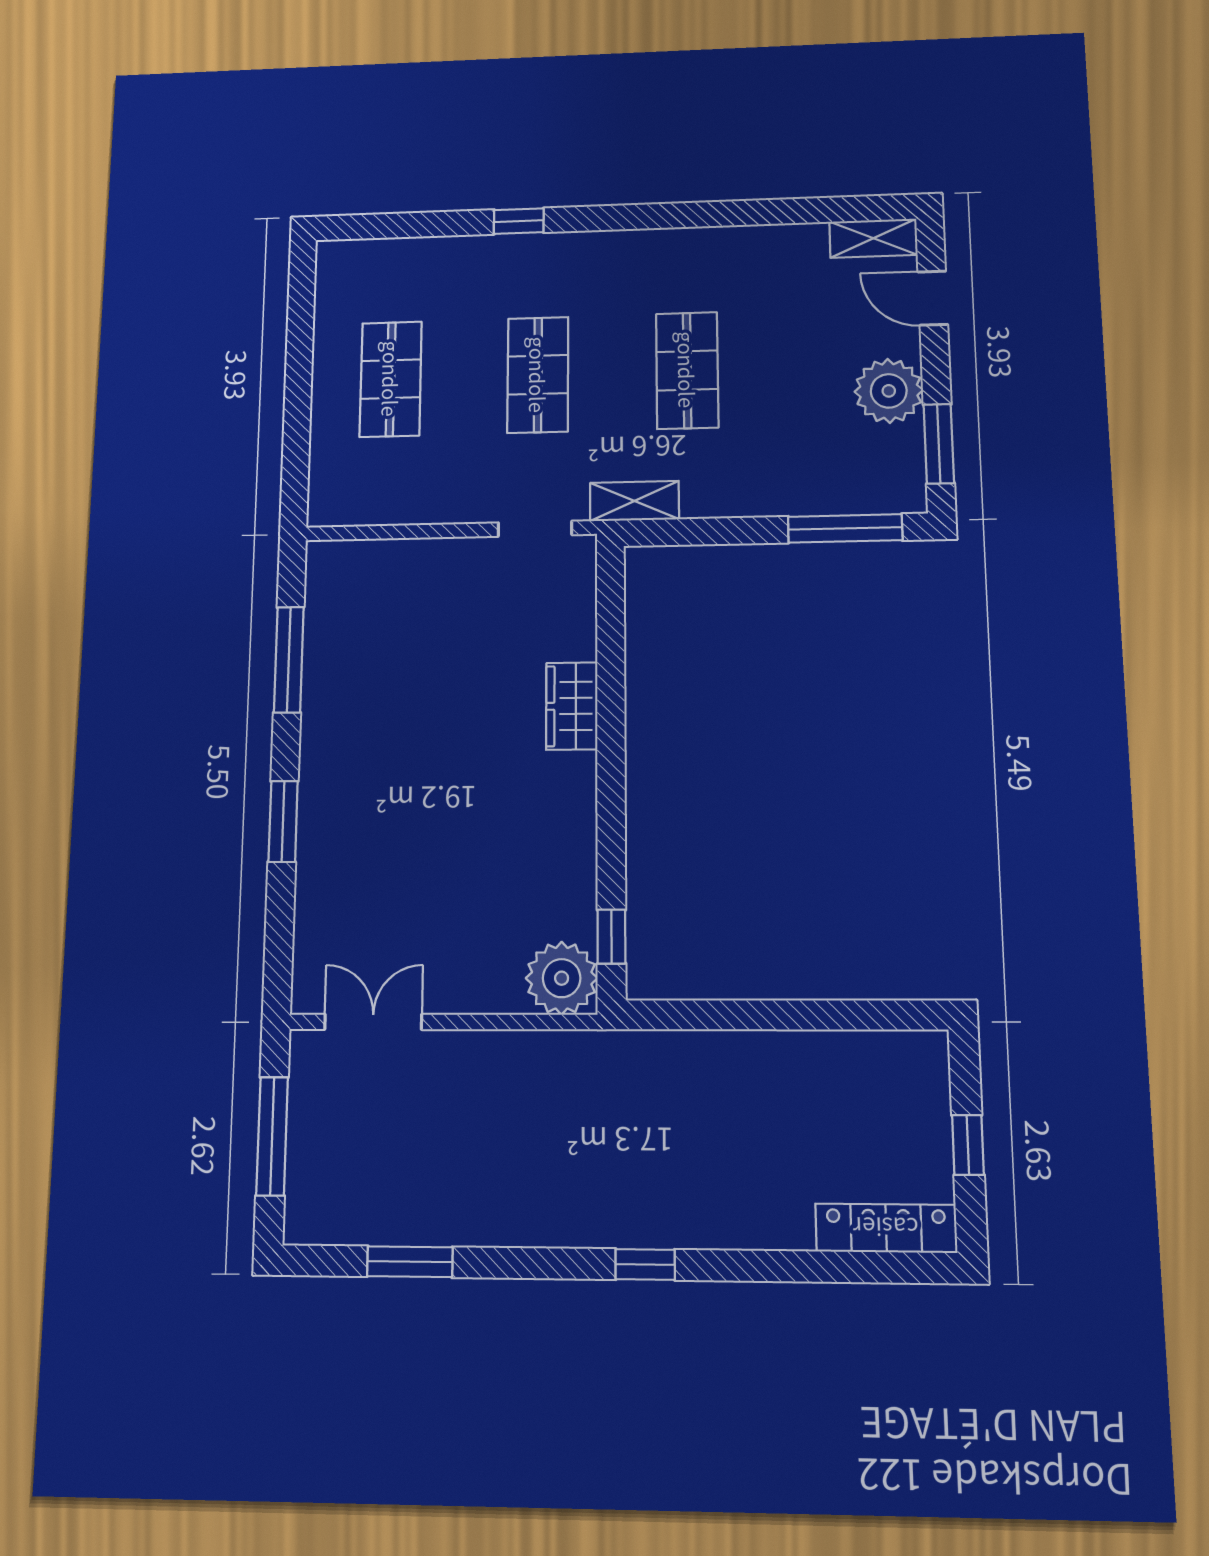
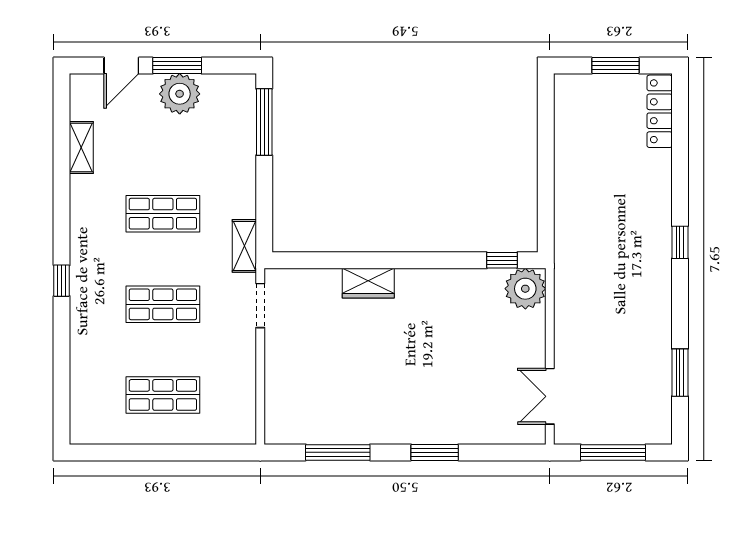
window: (519, 221) -> (62, 281), moved
shelving: (873, 238) -> (81, 148), moved
window: (939, 444) -> (177, 66), moved
window: (968, 1145) -> (615, 66), width x1.50

